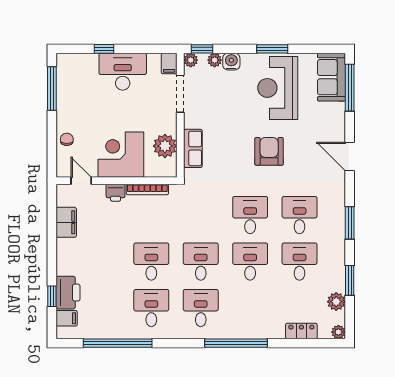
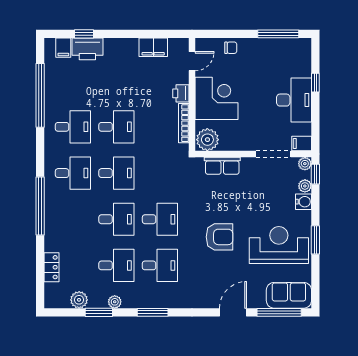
plant: (165, 146) -> (207, 140), moved
door: (350, 156) -> (233, 312), moved
plant: (338, 332) -> (115, 302), moved

